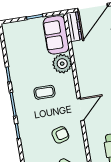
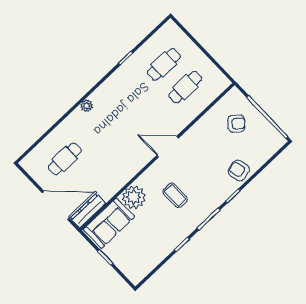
armchair: (60, 135) -> (239, 171), moved

